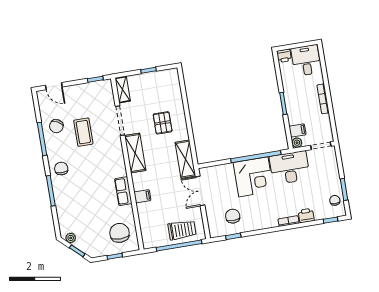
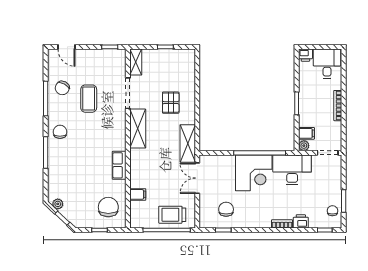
filing cabinet: (142, 196) -> (138, 194), moved
trolley: (182, 230) -> (172, 215), turned 180

